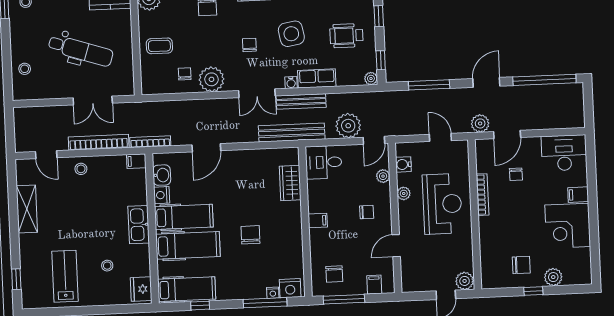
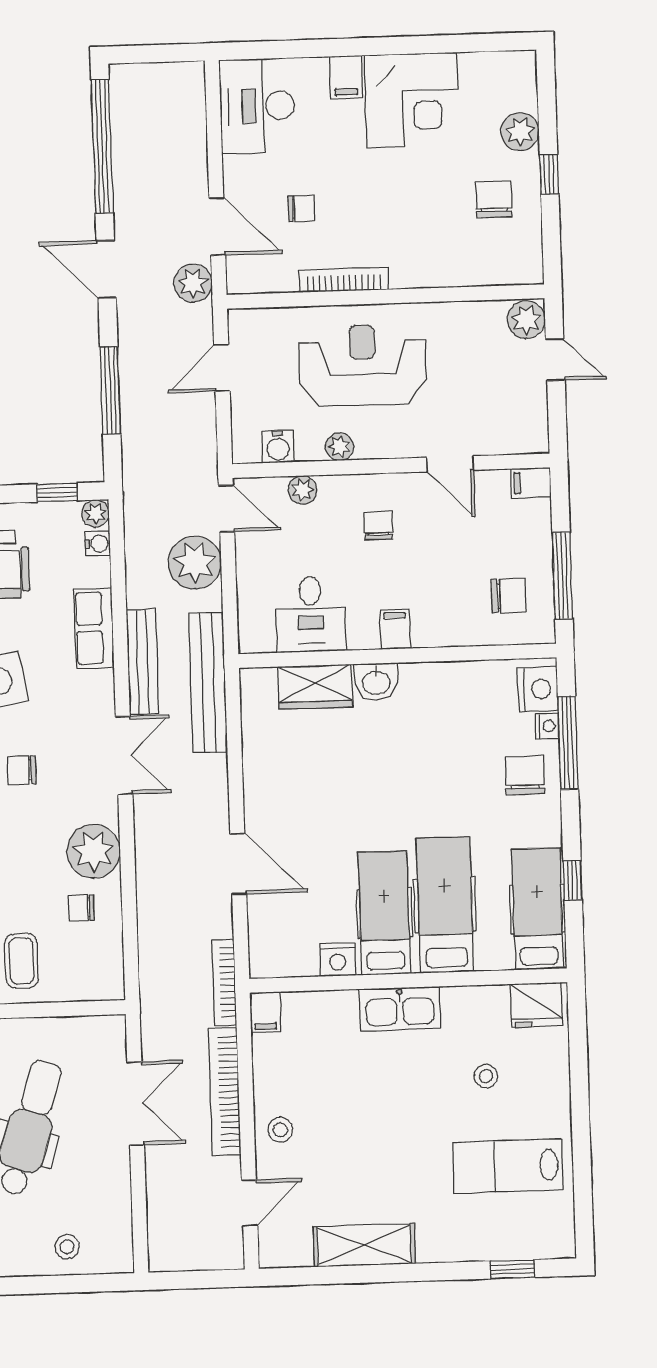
water cooler: (291, 83) -> (98, 544), moved
desk: (324, 162) -> (311, 614), moved
washbasin: (162, 175) -> (376, 682), moved, turned 180
chair: (250, 235) -> (525, 775), moved, turned 90
filing cabinet: (374, 285) -> (531, 483), moved

